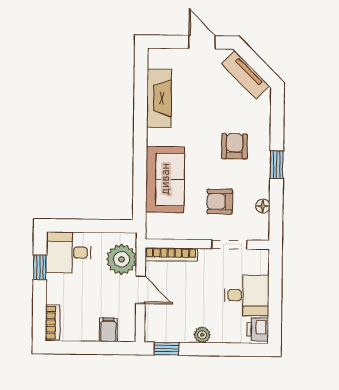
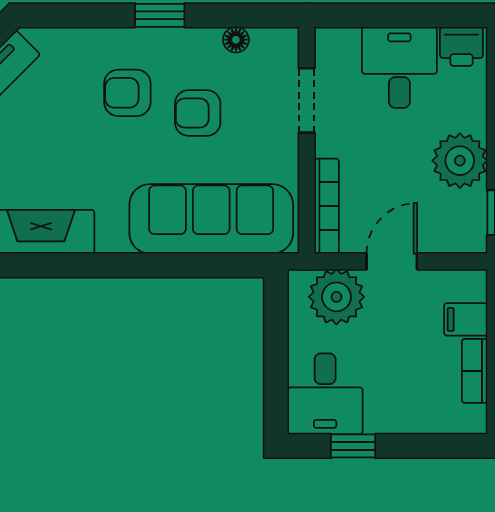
sofa: (165, 179) -> (211, 219), width x1.36
armchair: (220, 201) -> (198, 113), moved, turned 90
bookcase: (53, 322) -> (475, 371), moved, turned -90
plant: (202, 335) -> (460, 161), width x1.87, depth x1.87

